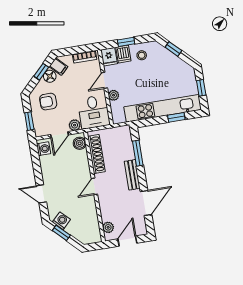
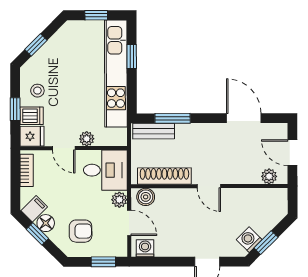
armchair: (48, 102) -> (81, 231), turned -90
bench: (132, 175) -> (154, 131), moved

